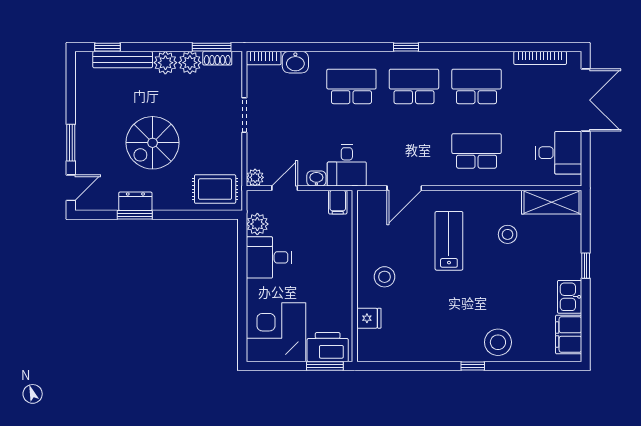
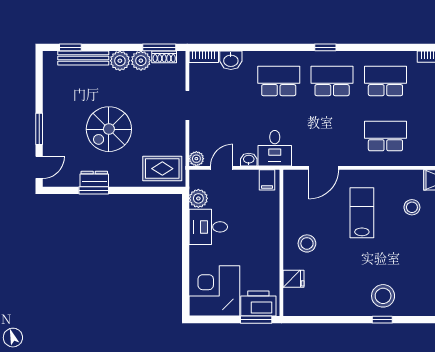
stool: (498, 342) -> (383, 296), moved

